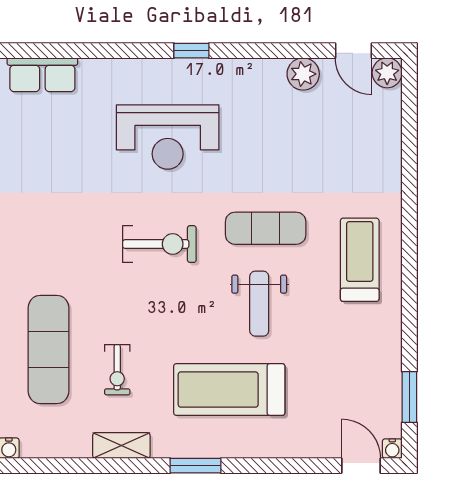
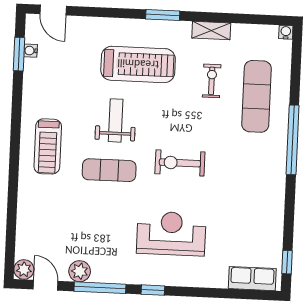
window: (271, 51) -> (100, 288), added
water cooler: (392, 449) -> (30, 51), moved, turned -90

